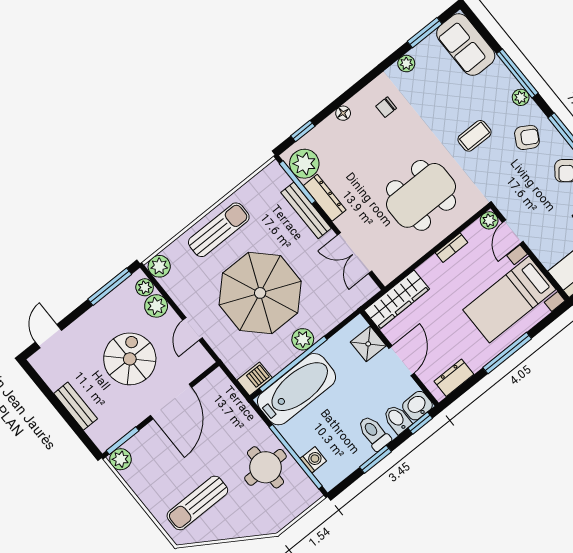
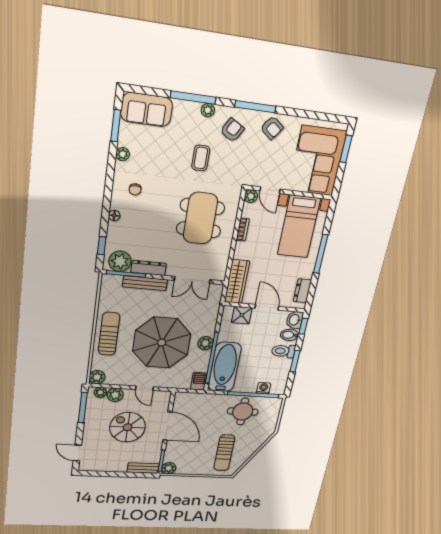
bench: (76, 406) -> (143, 468), moved

